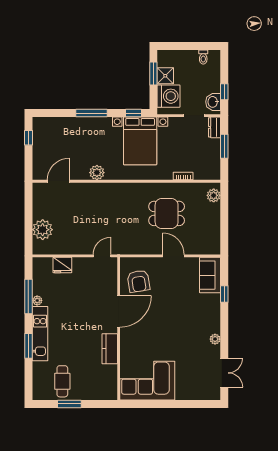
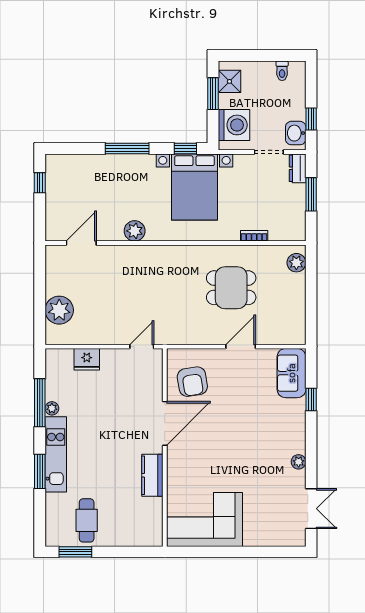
shower: (165, 76) -> (229, 81), moved
door: (173, 256) -> (241, 347), hinge flipped
window: (69, 404) -> (75, 552), moved

